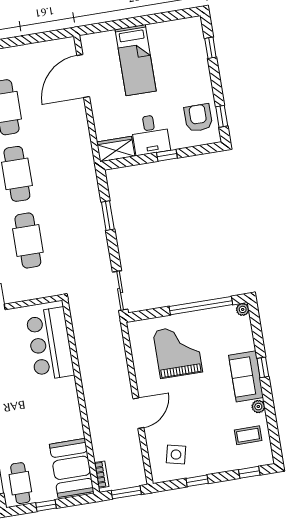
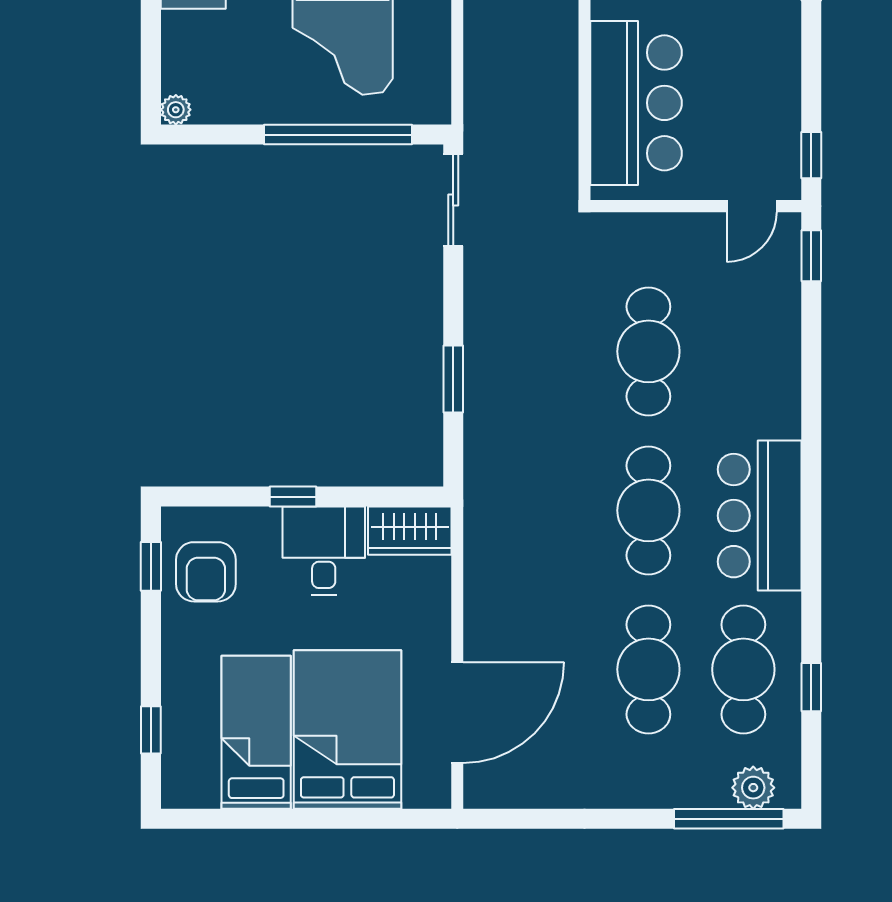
bed: (166, 54) -> (256, 732), added
bed: (136, 60) -> (347, 729), width x1.50
window: (201, 306) -> (338, 135), moved

